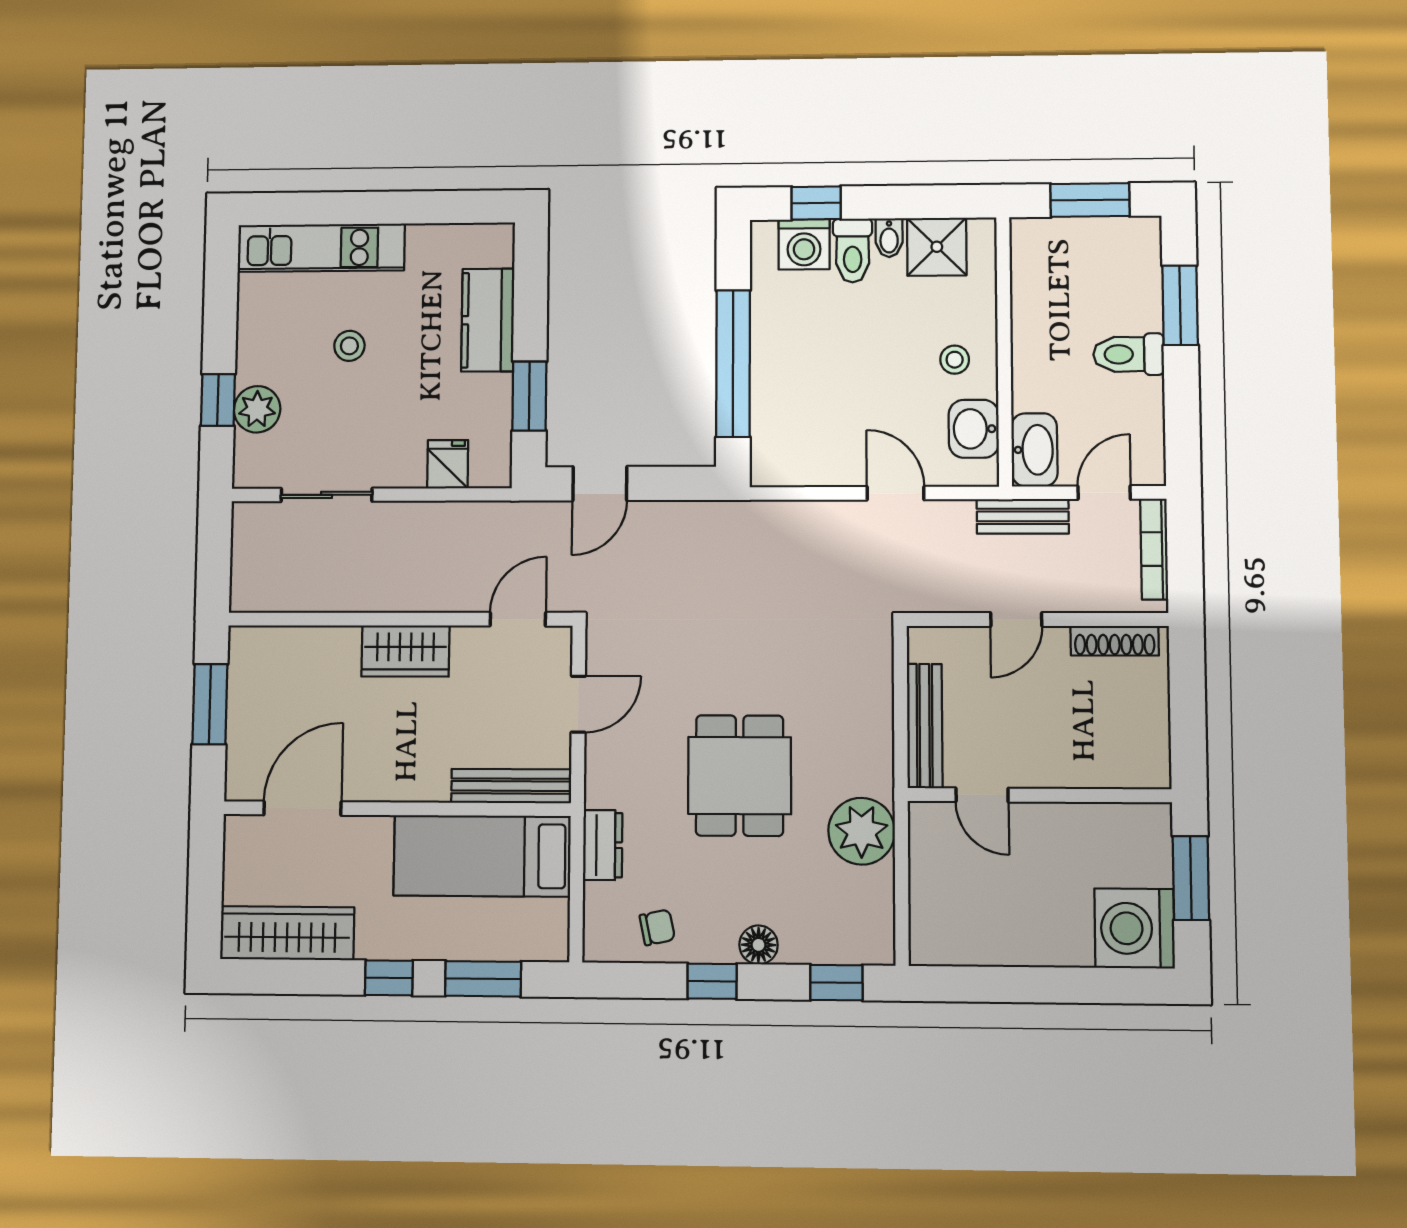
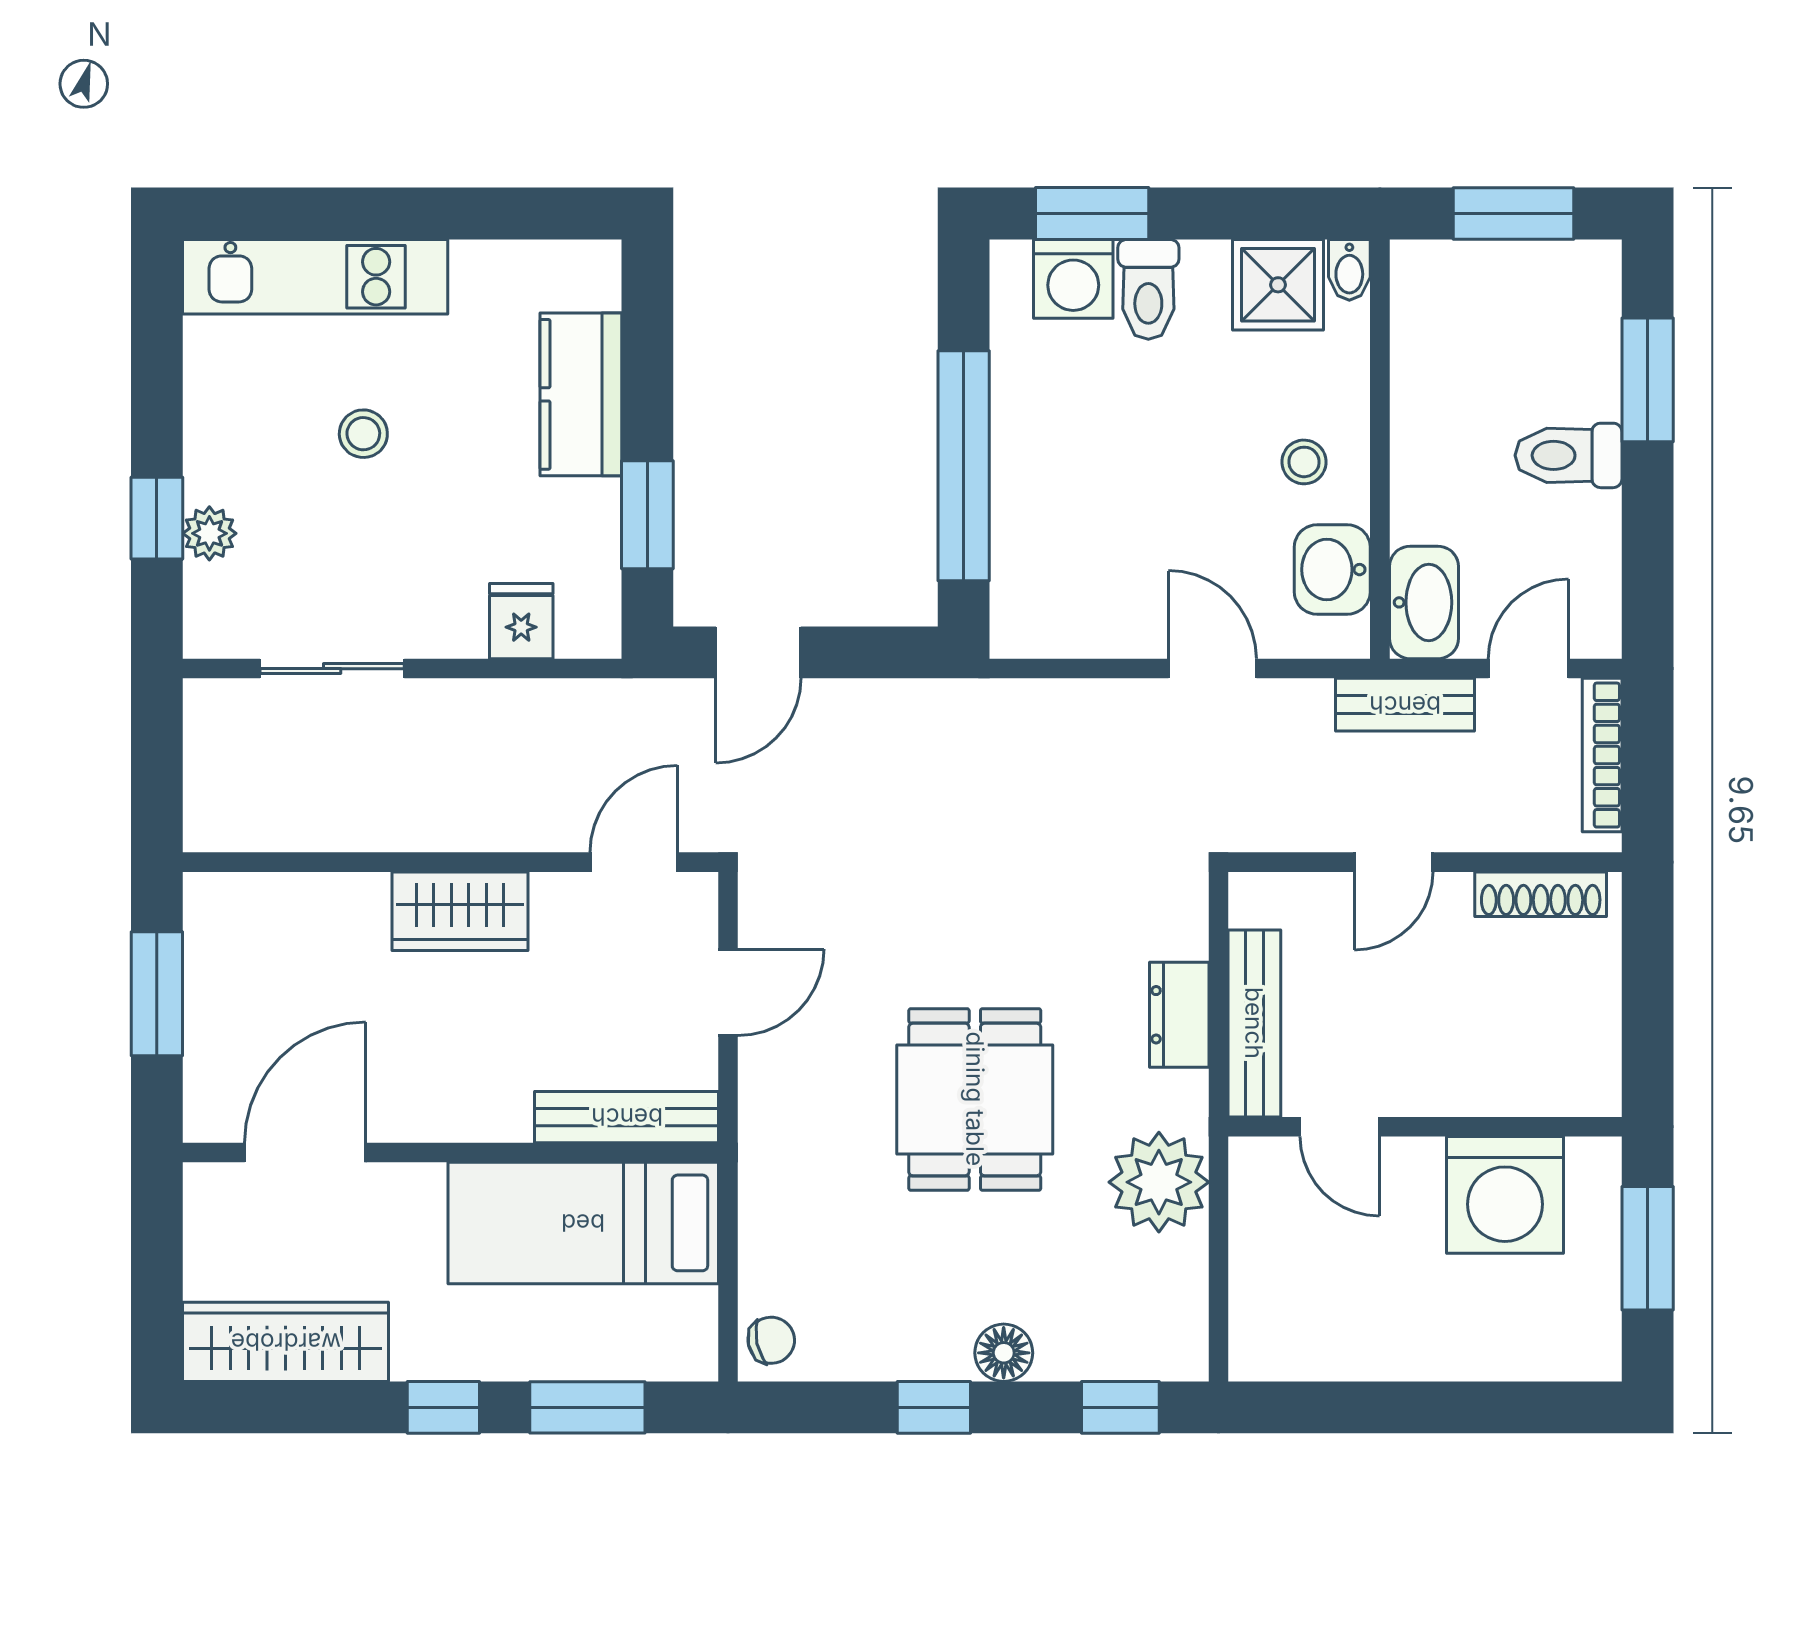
window: (816, 203) -> (1092, 214), width x1.50
bidet: (889, 238) -> (1349, 270), moved
plant: (257, 409) -> (209, 533), width x0.73, depth x0.73
dresser: (603, 845) -> (1179, 1015), moved, turned 180
chair: (657, 927) -> (771, 1340), moved
washing machine: (1134, 928) -> (1505, 1195), moved, turned -90

